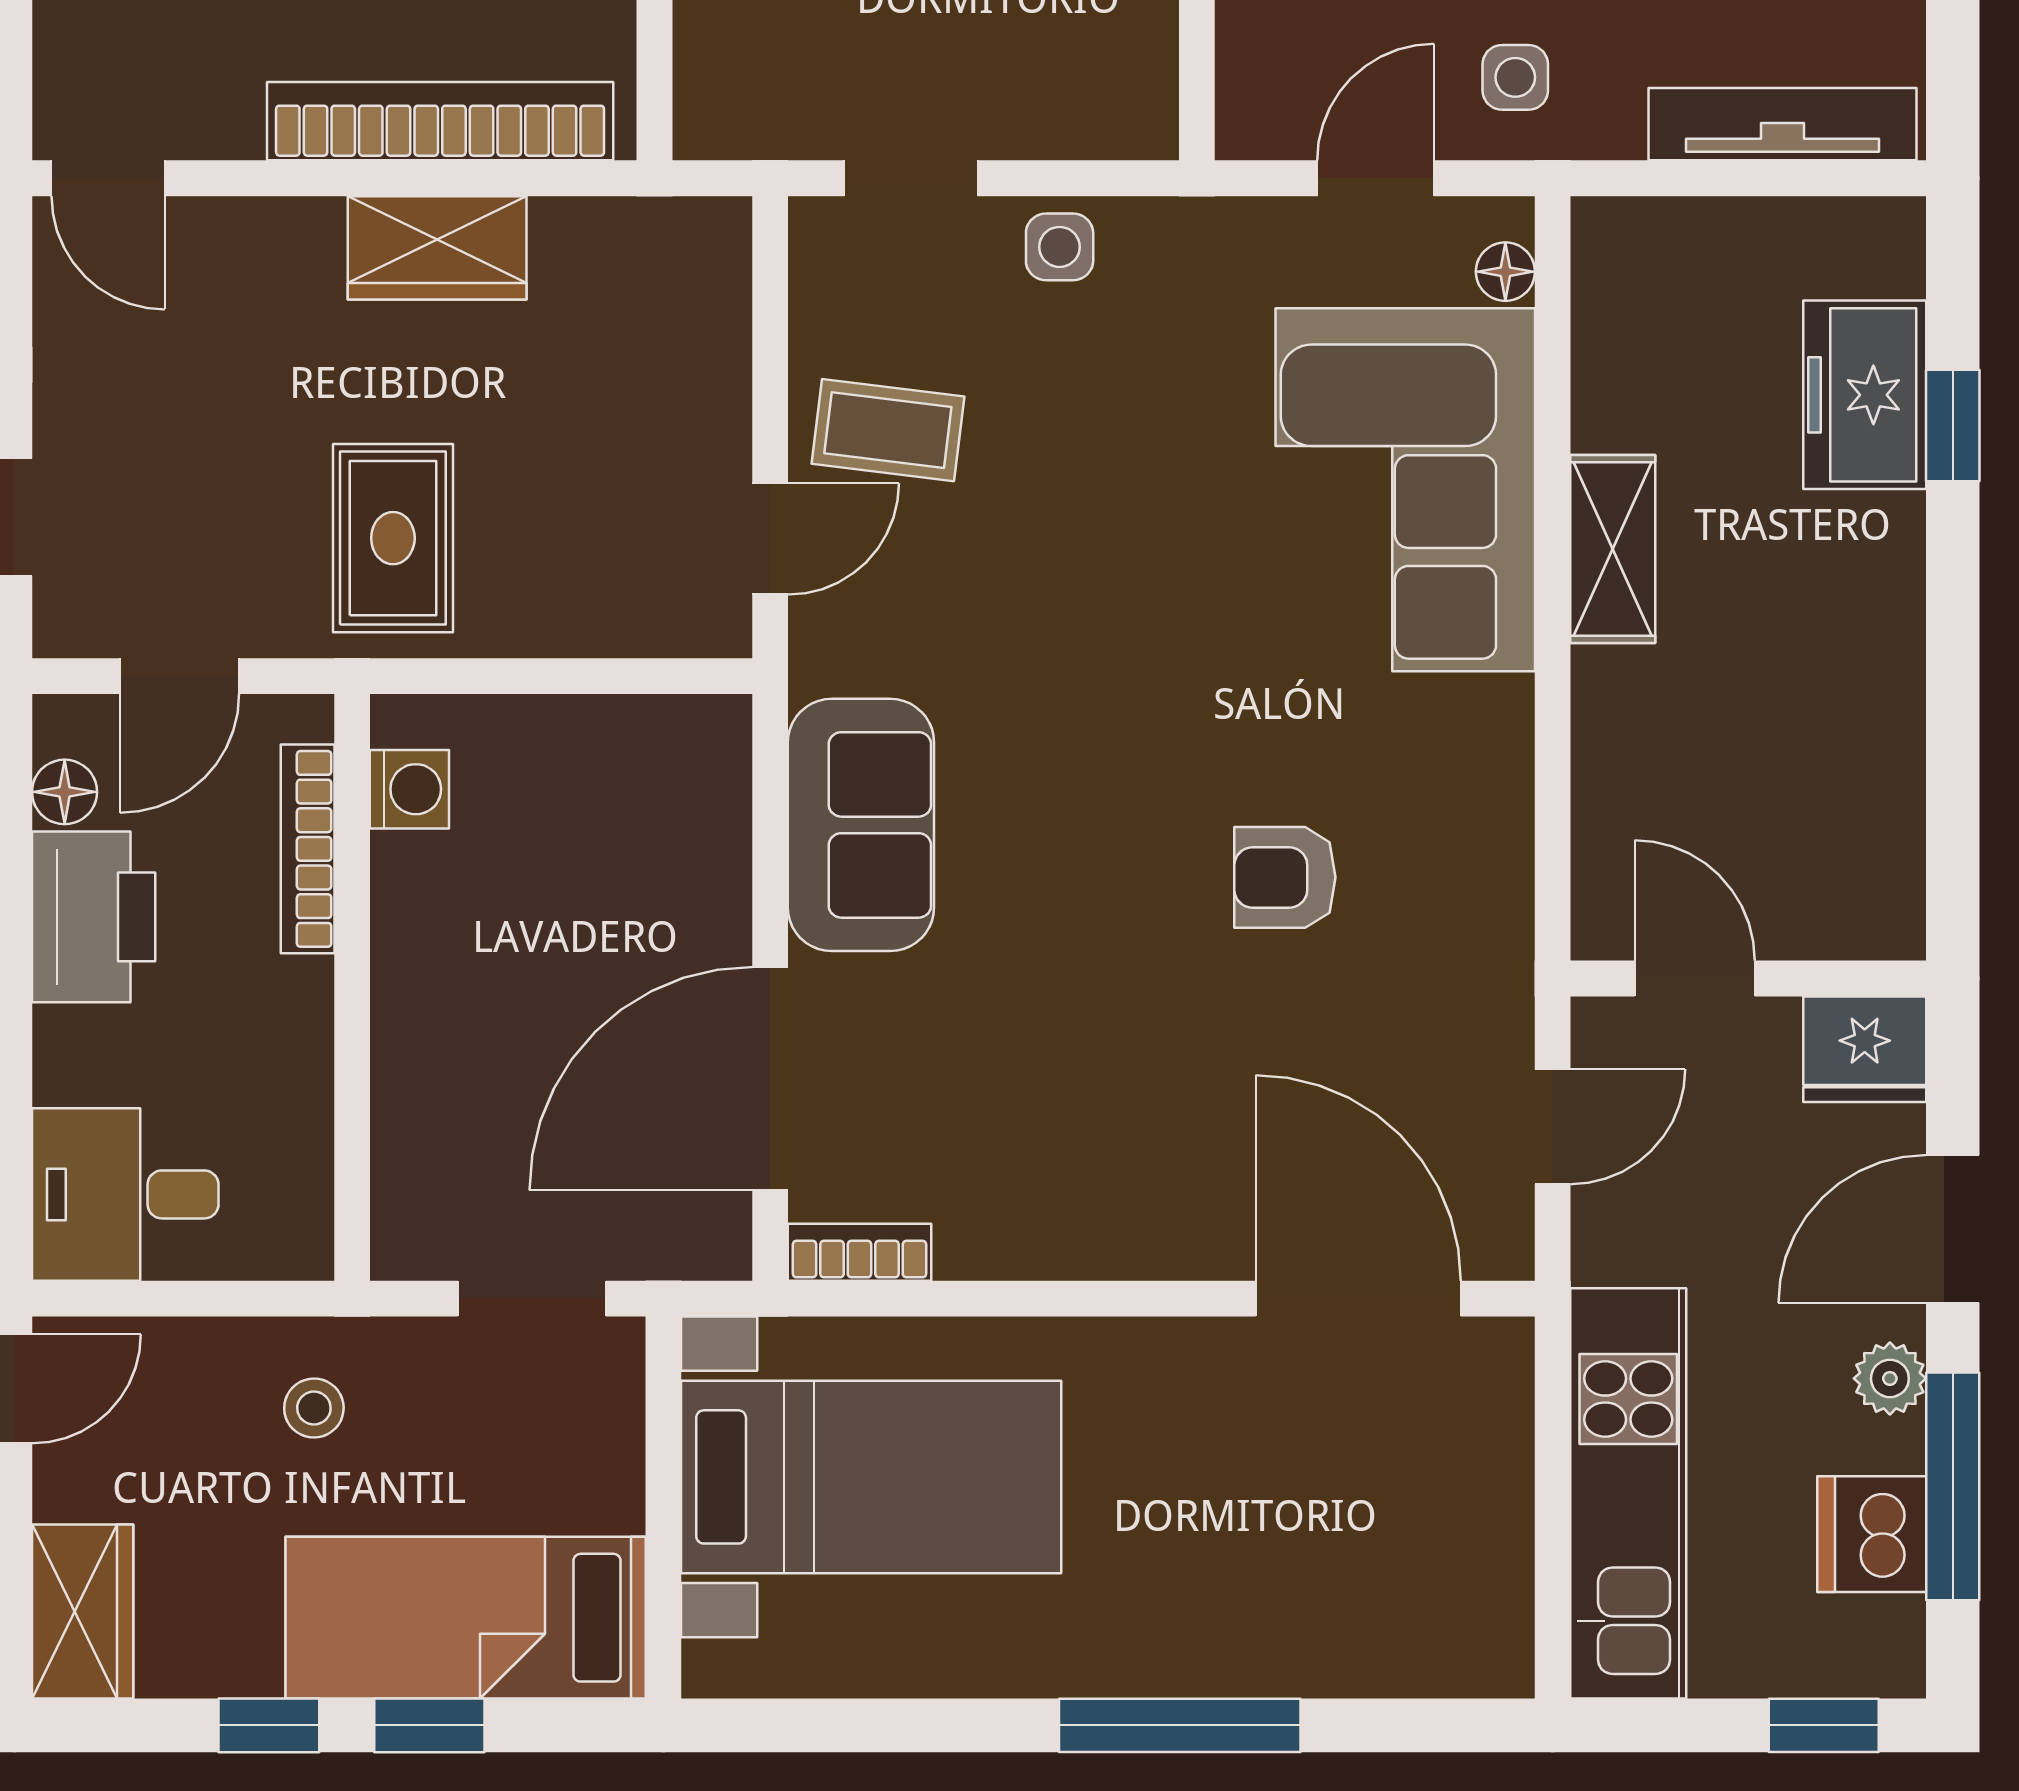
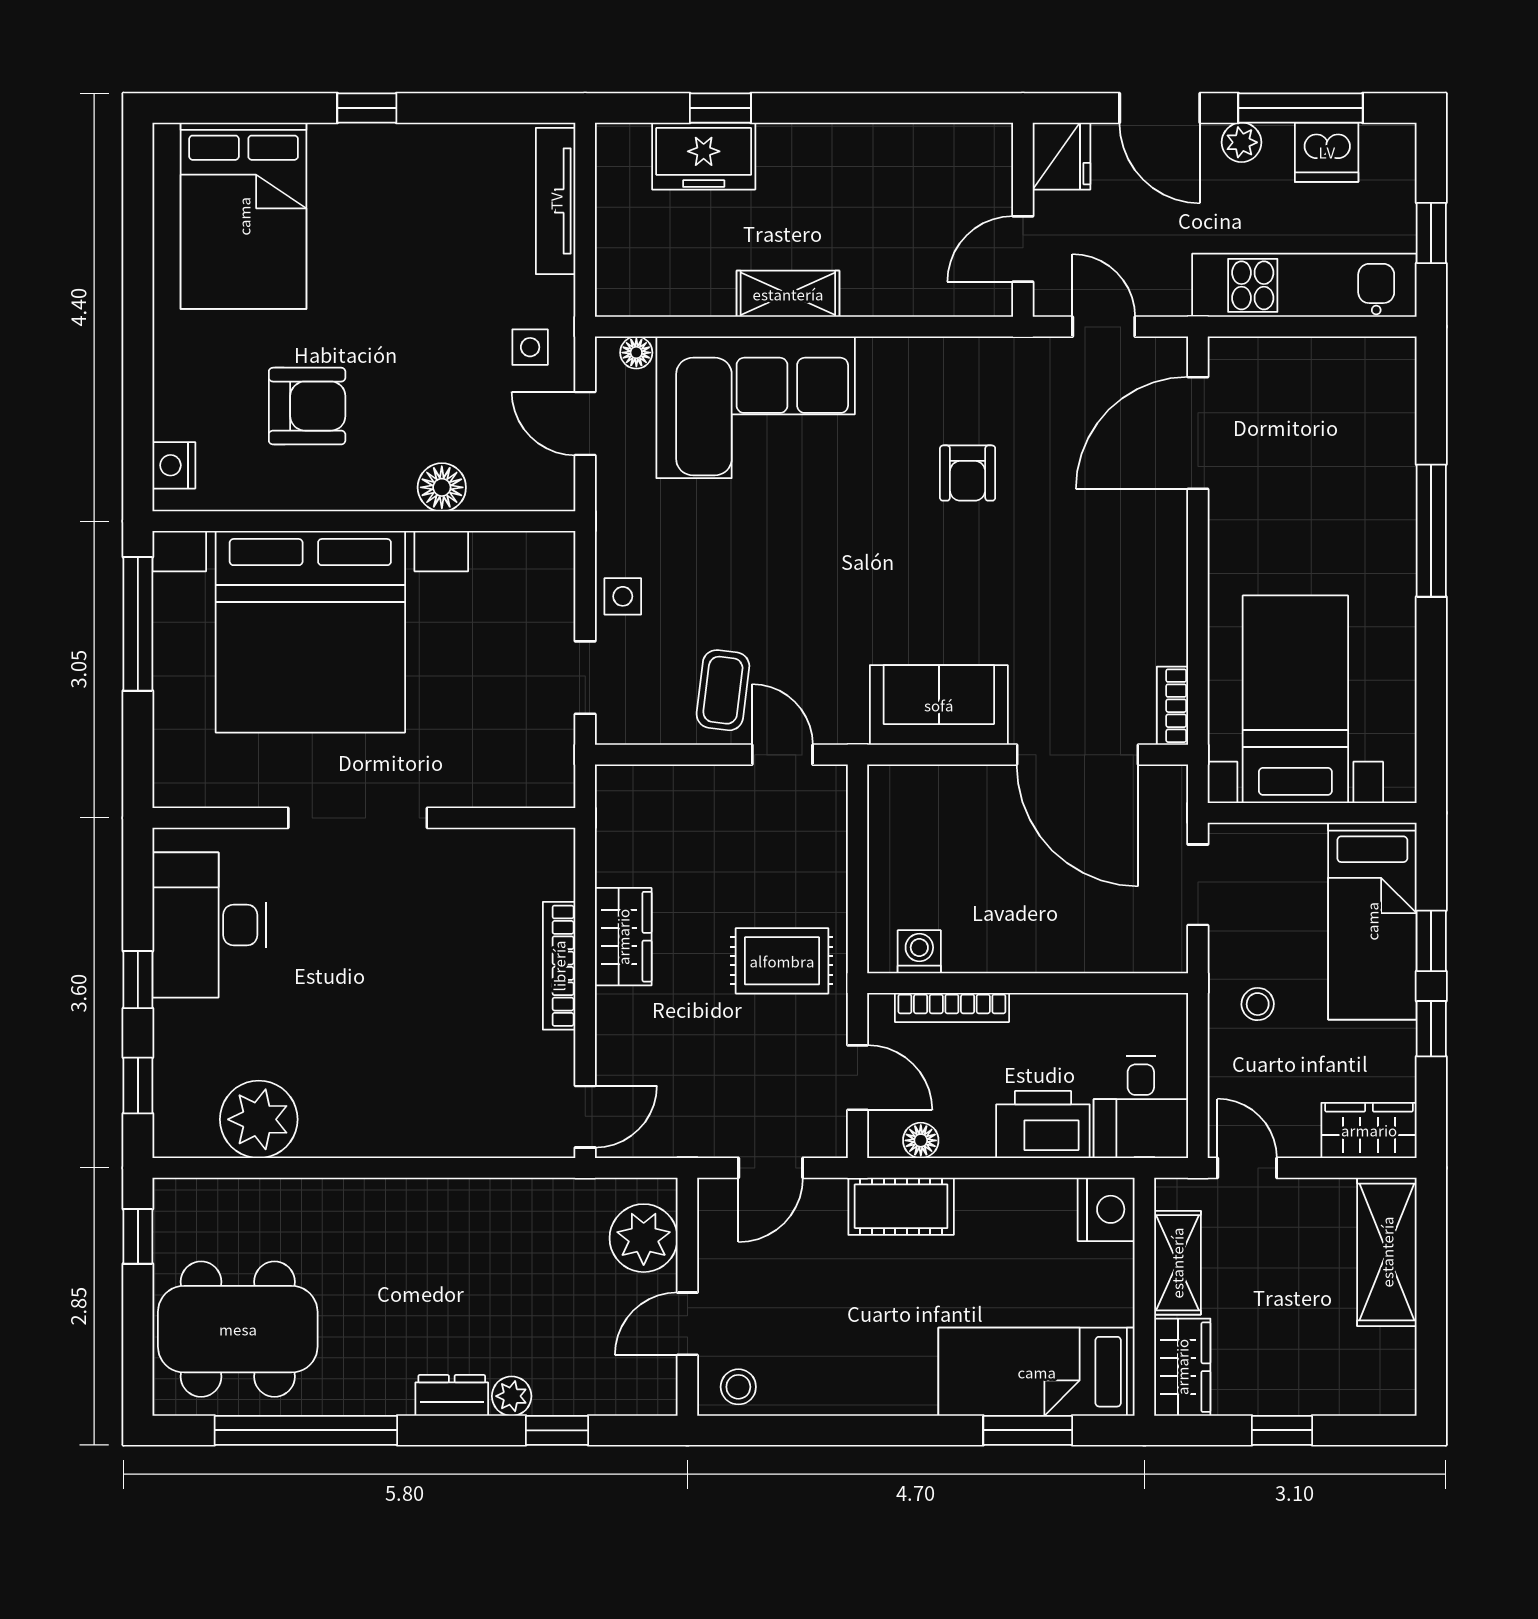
bookcase: (440, 121) -> (559, 966), width x0.68, depth x0.76
printer: (94, 917) -> (1043, 1125), moved
window: (1824, 1725) -> (1431, 233), moved

